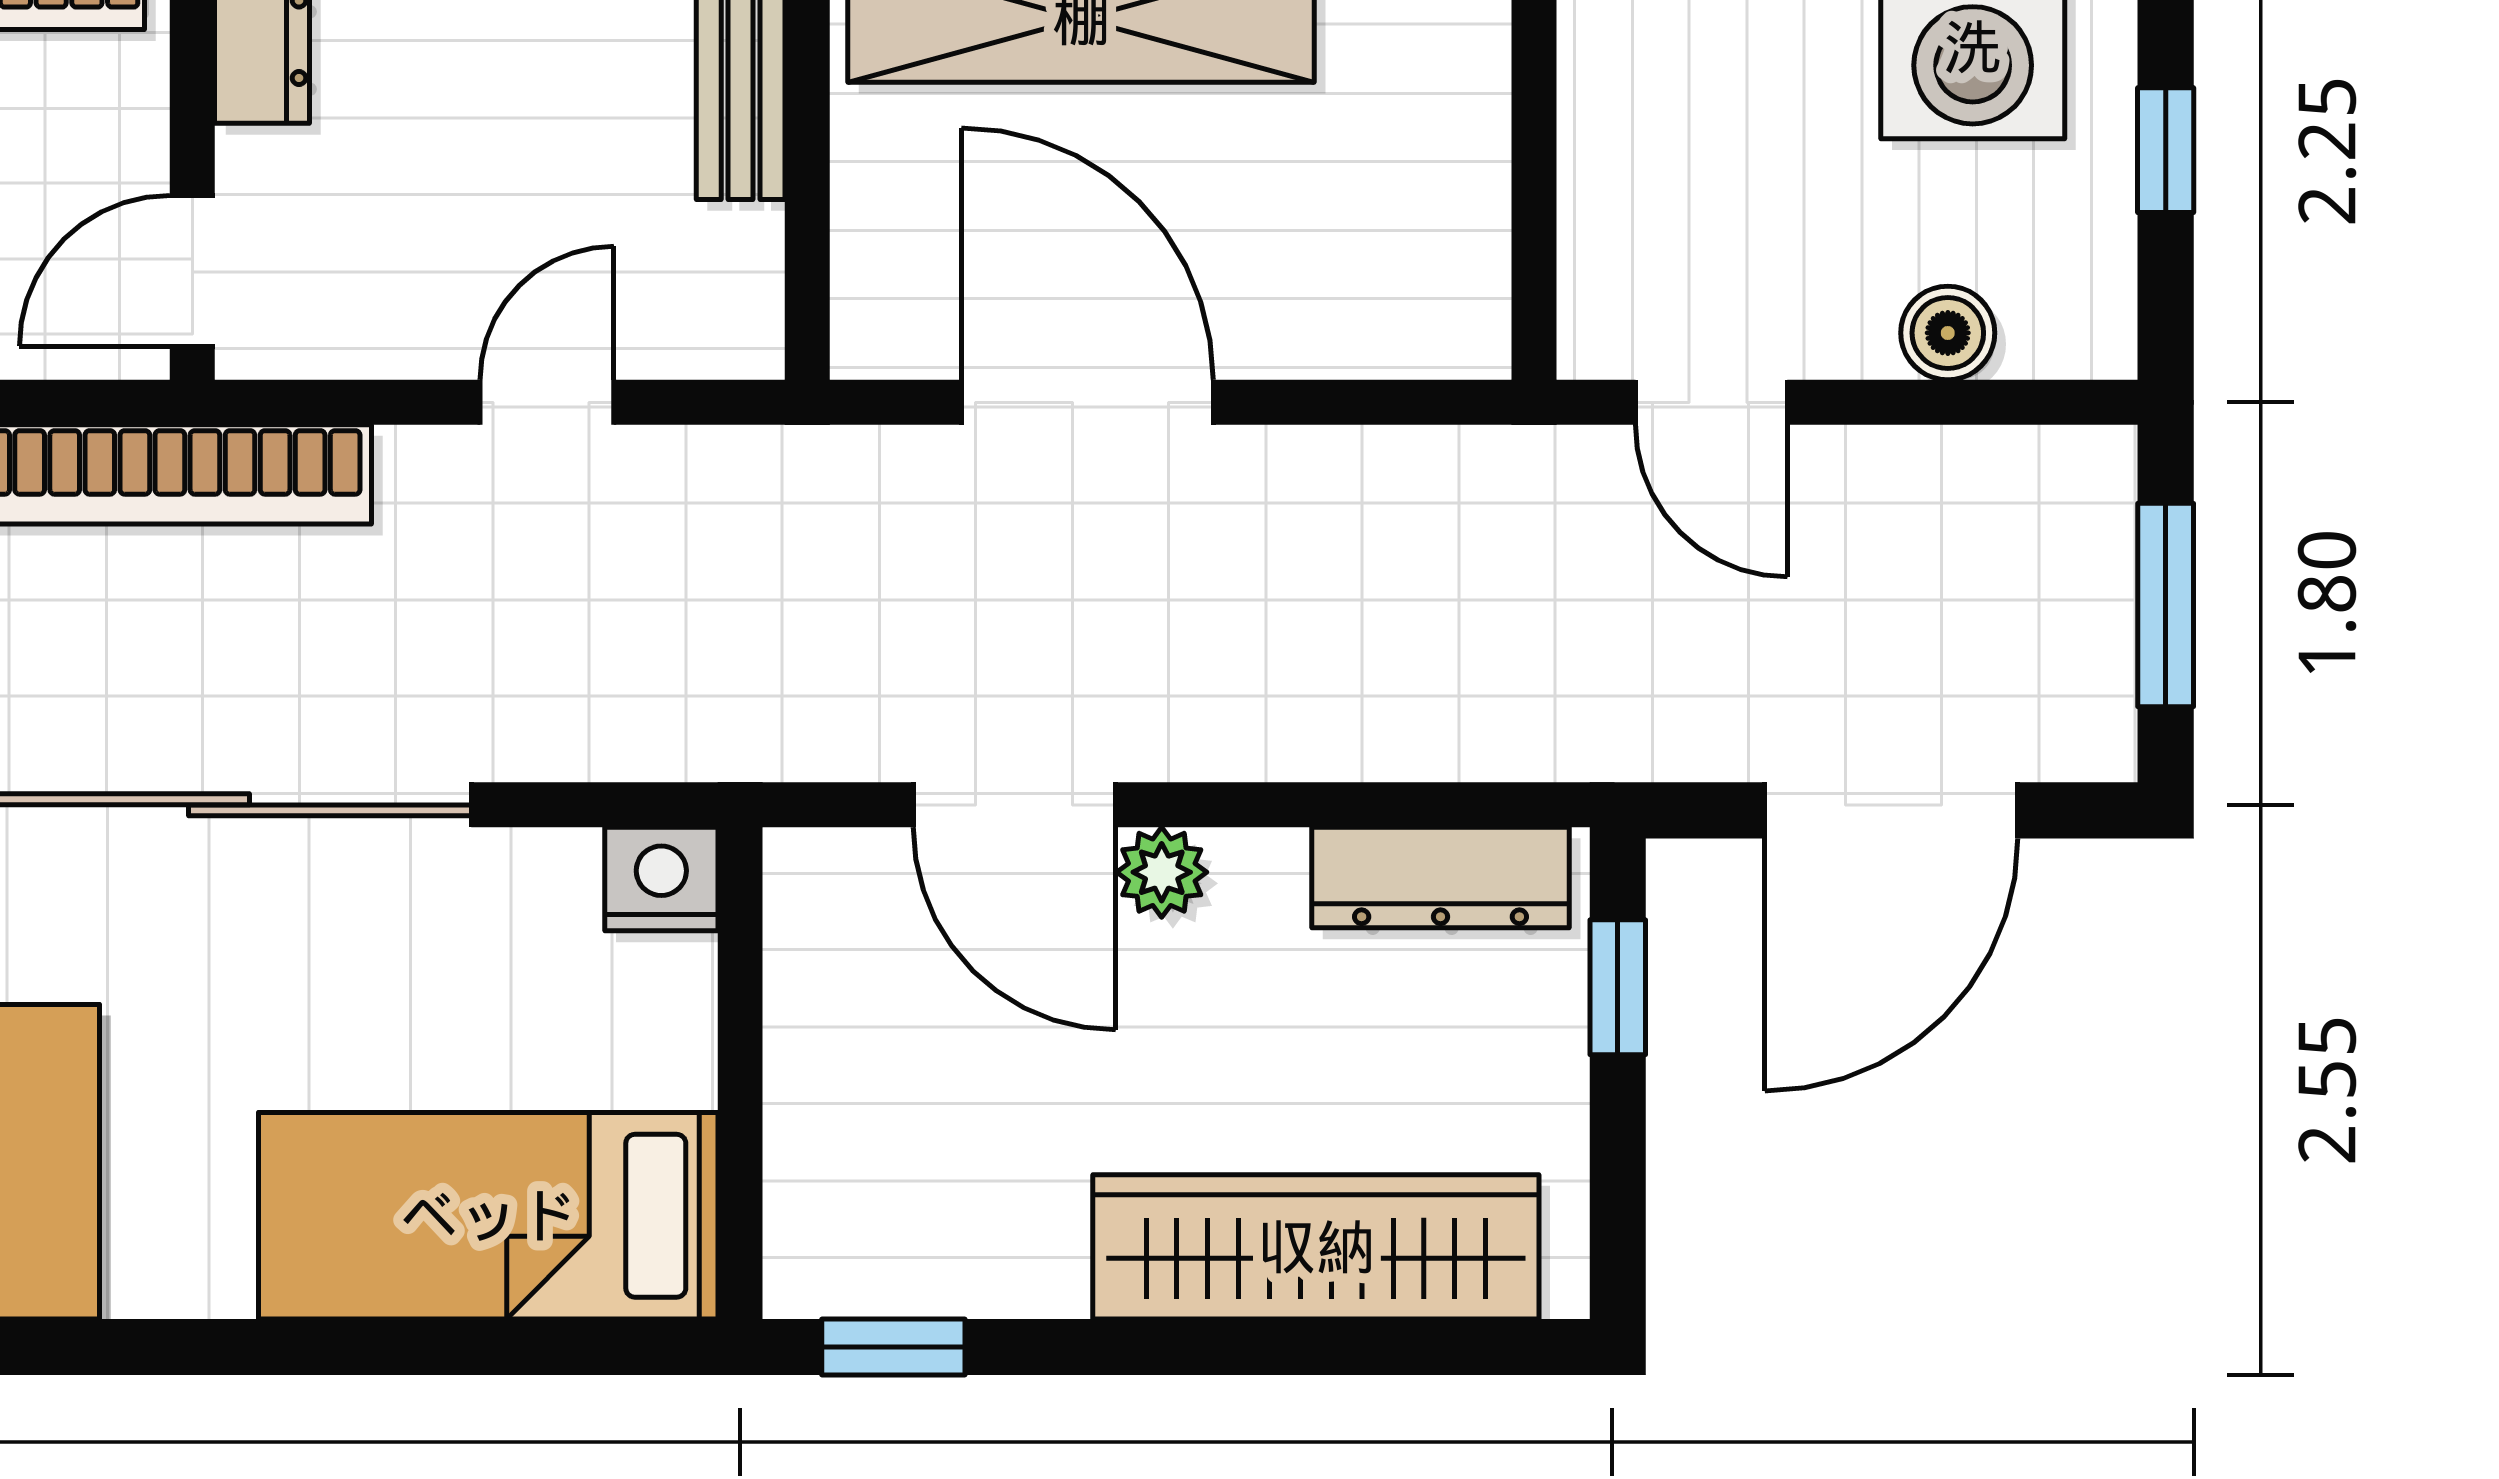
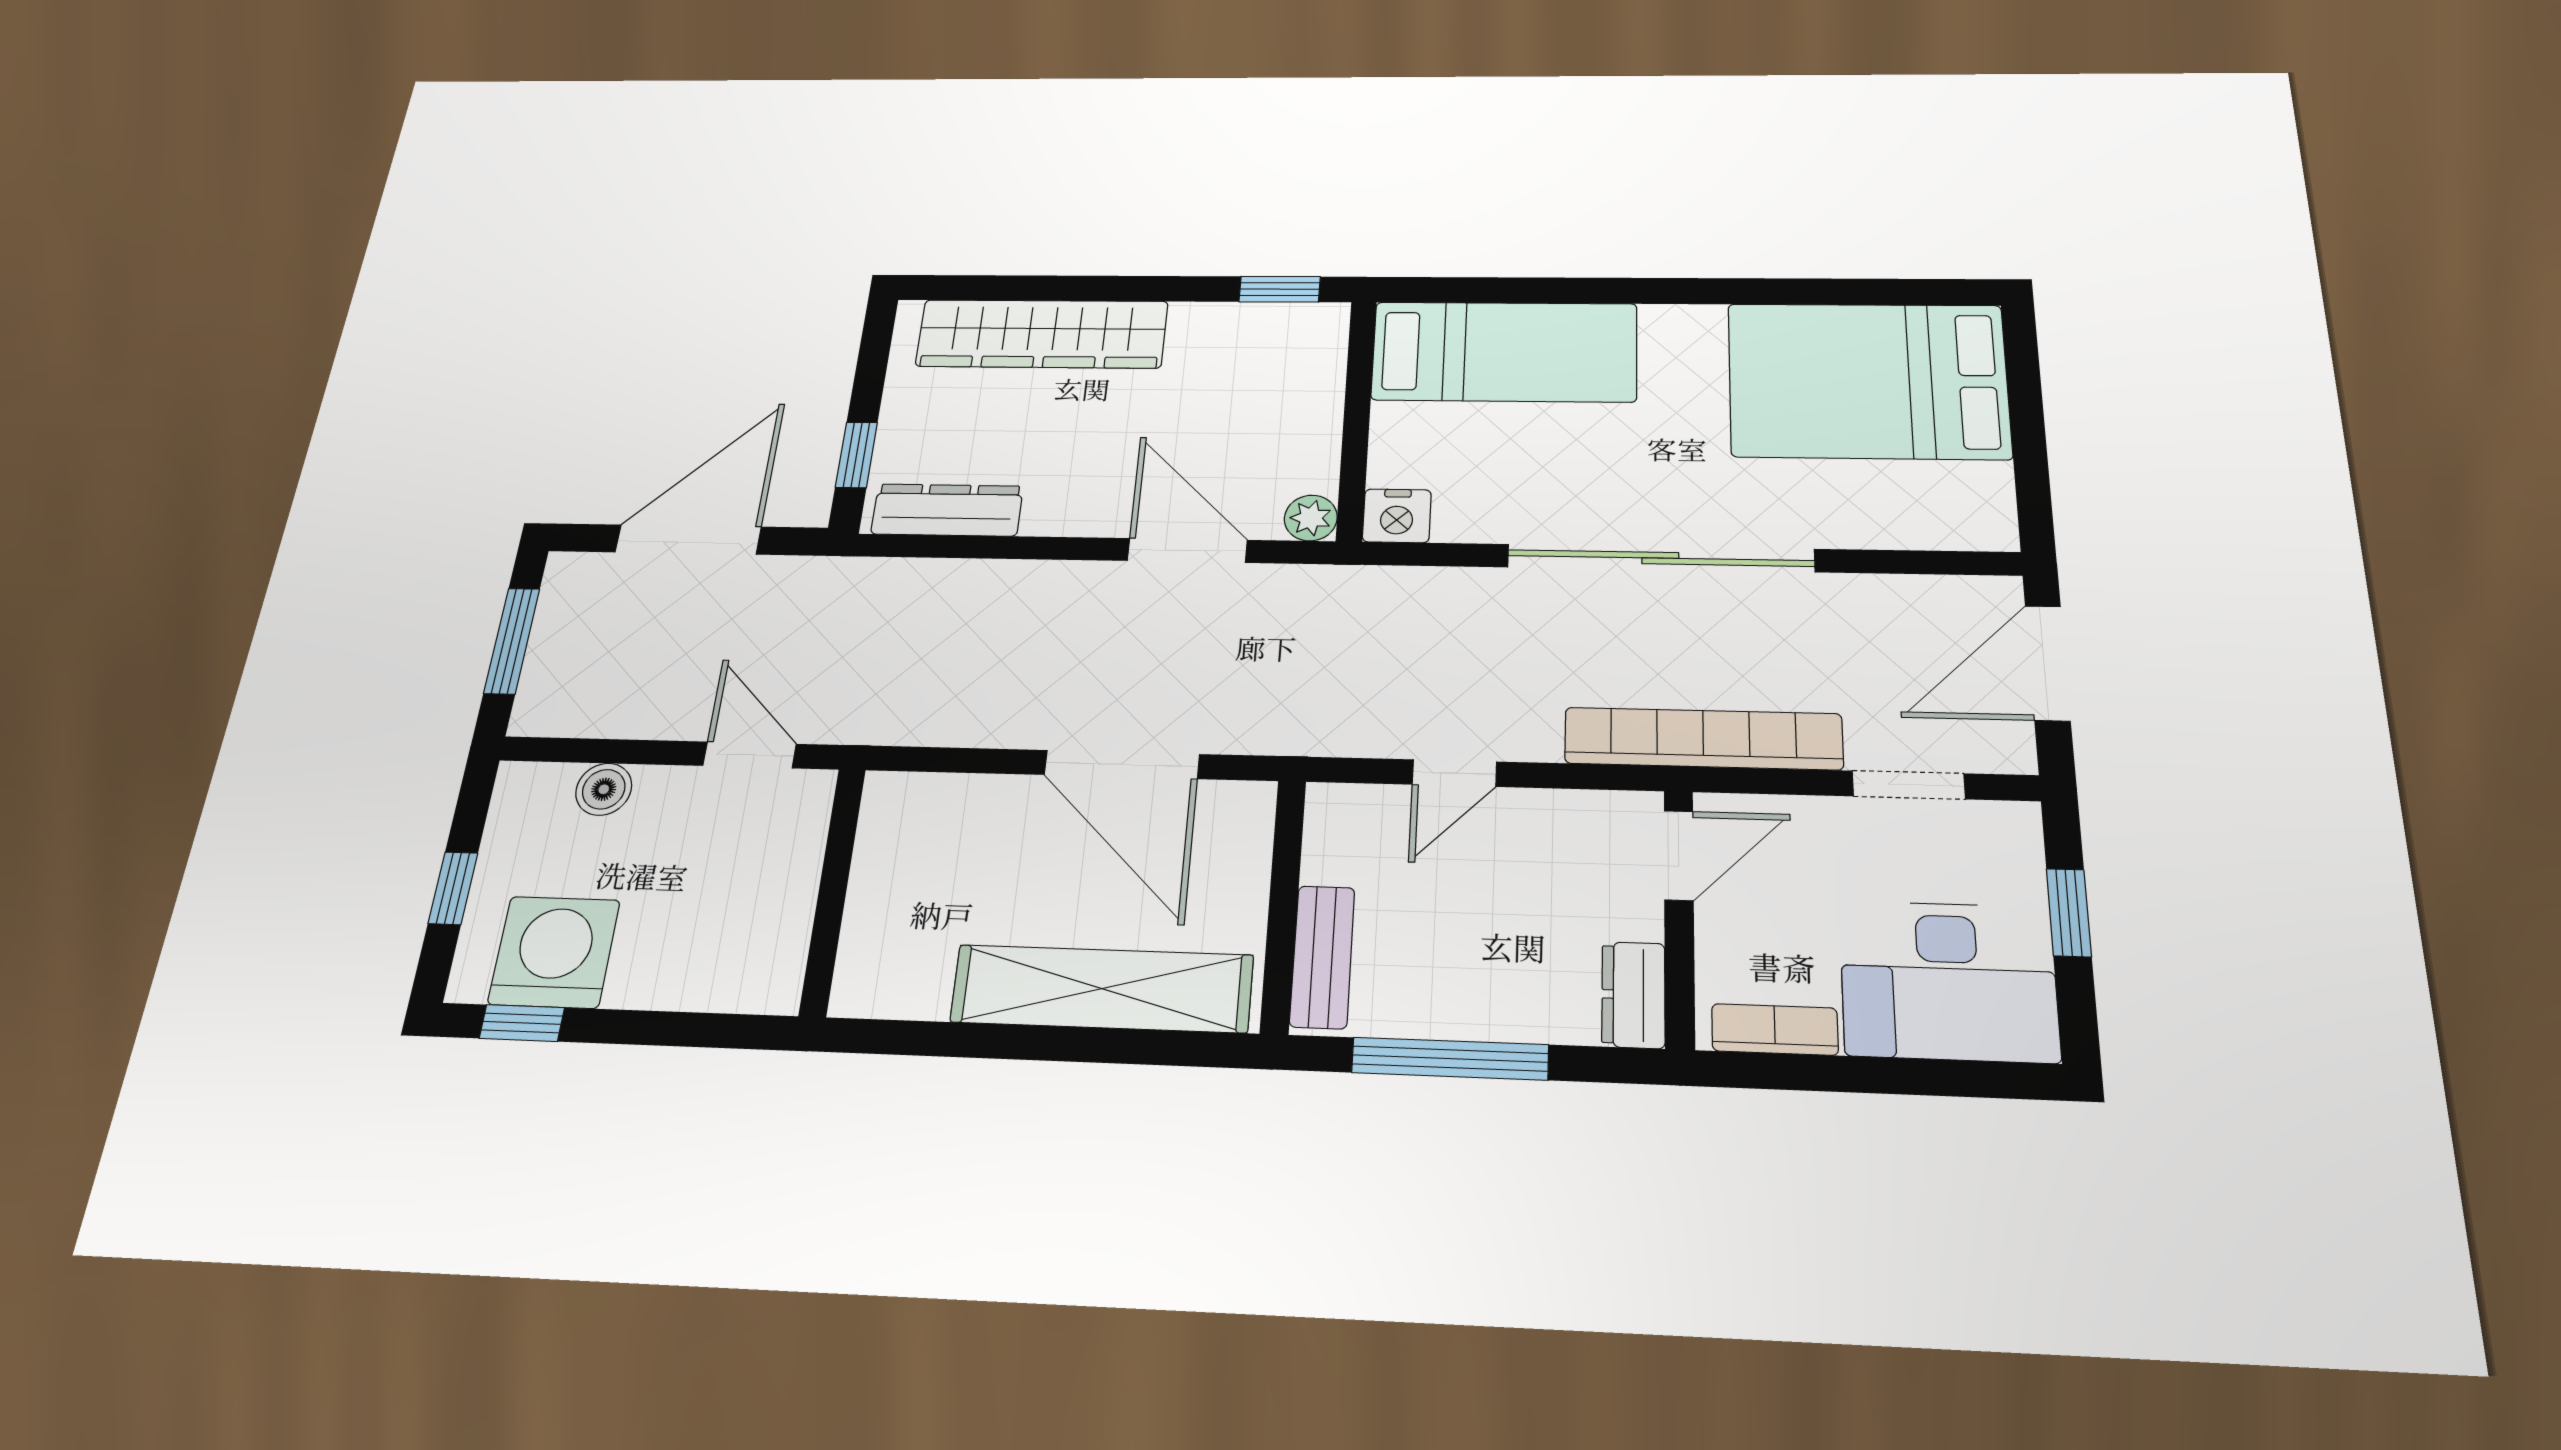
plant: (1162, 872) -> (1311, 518), moved

